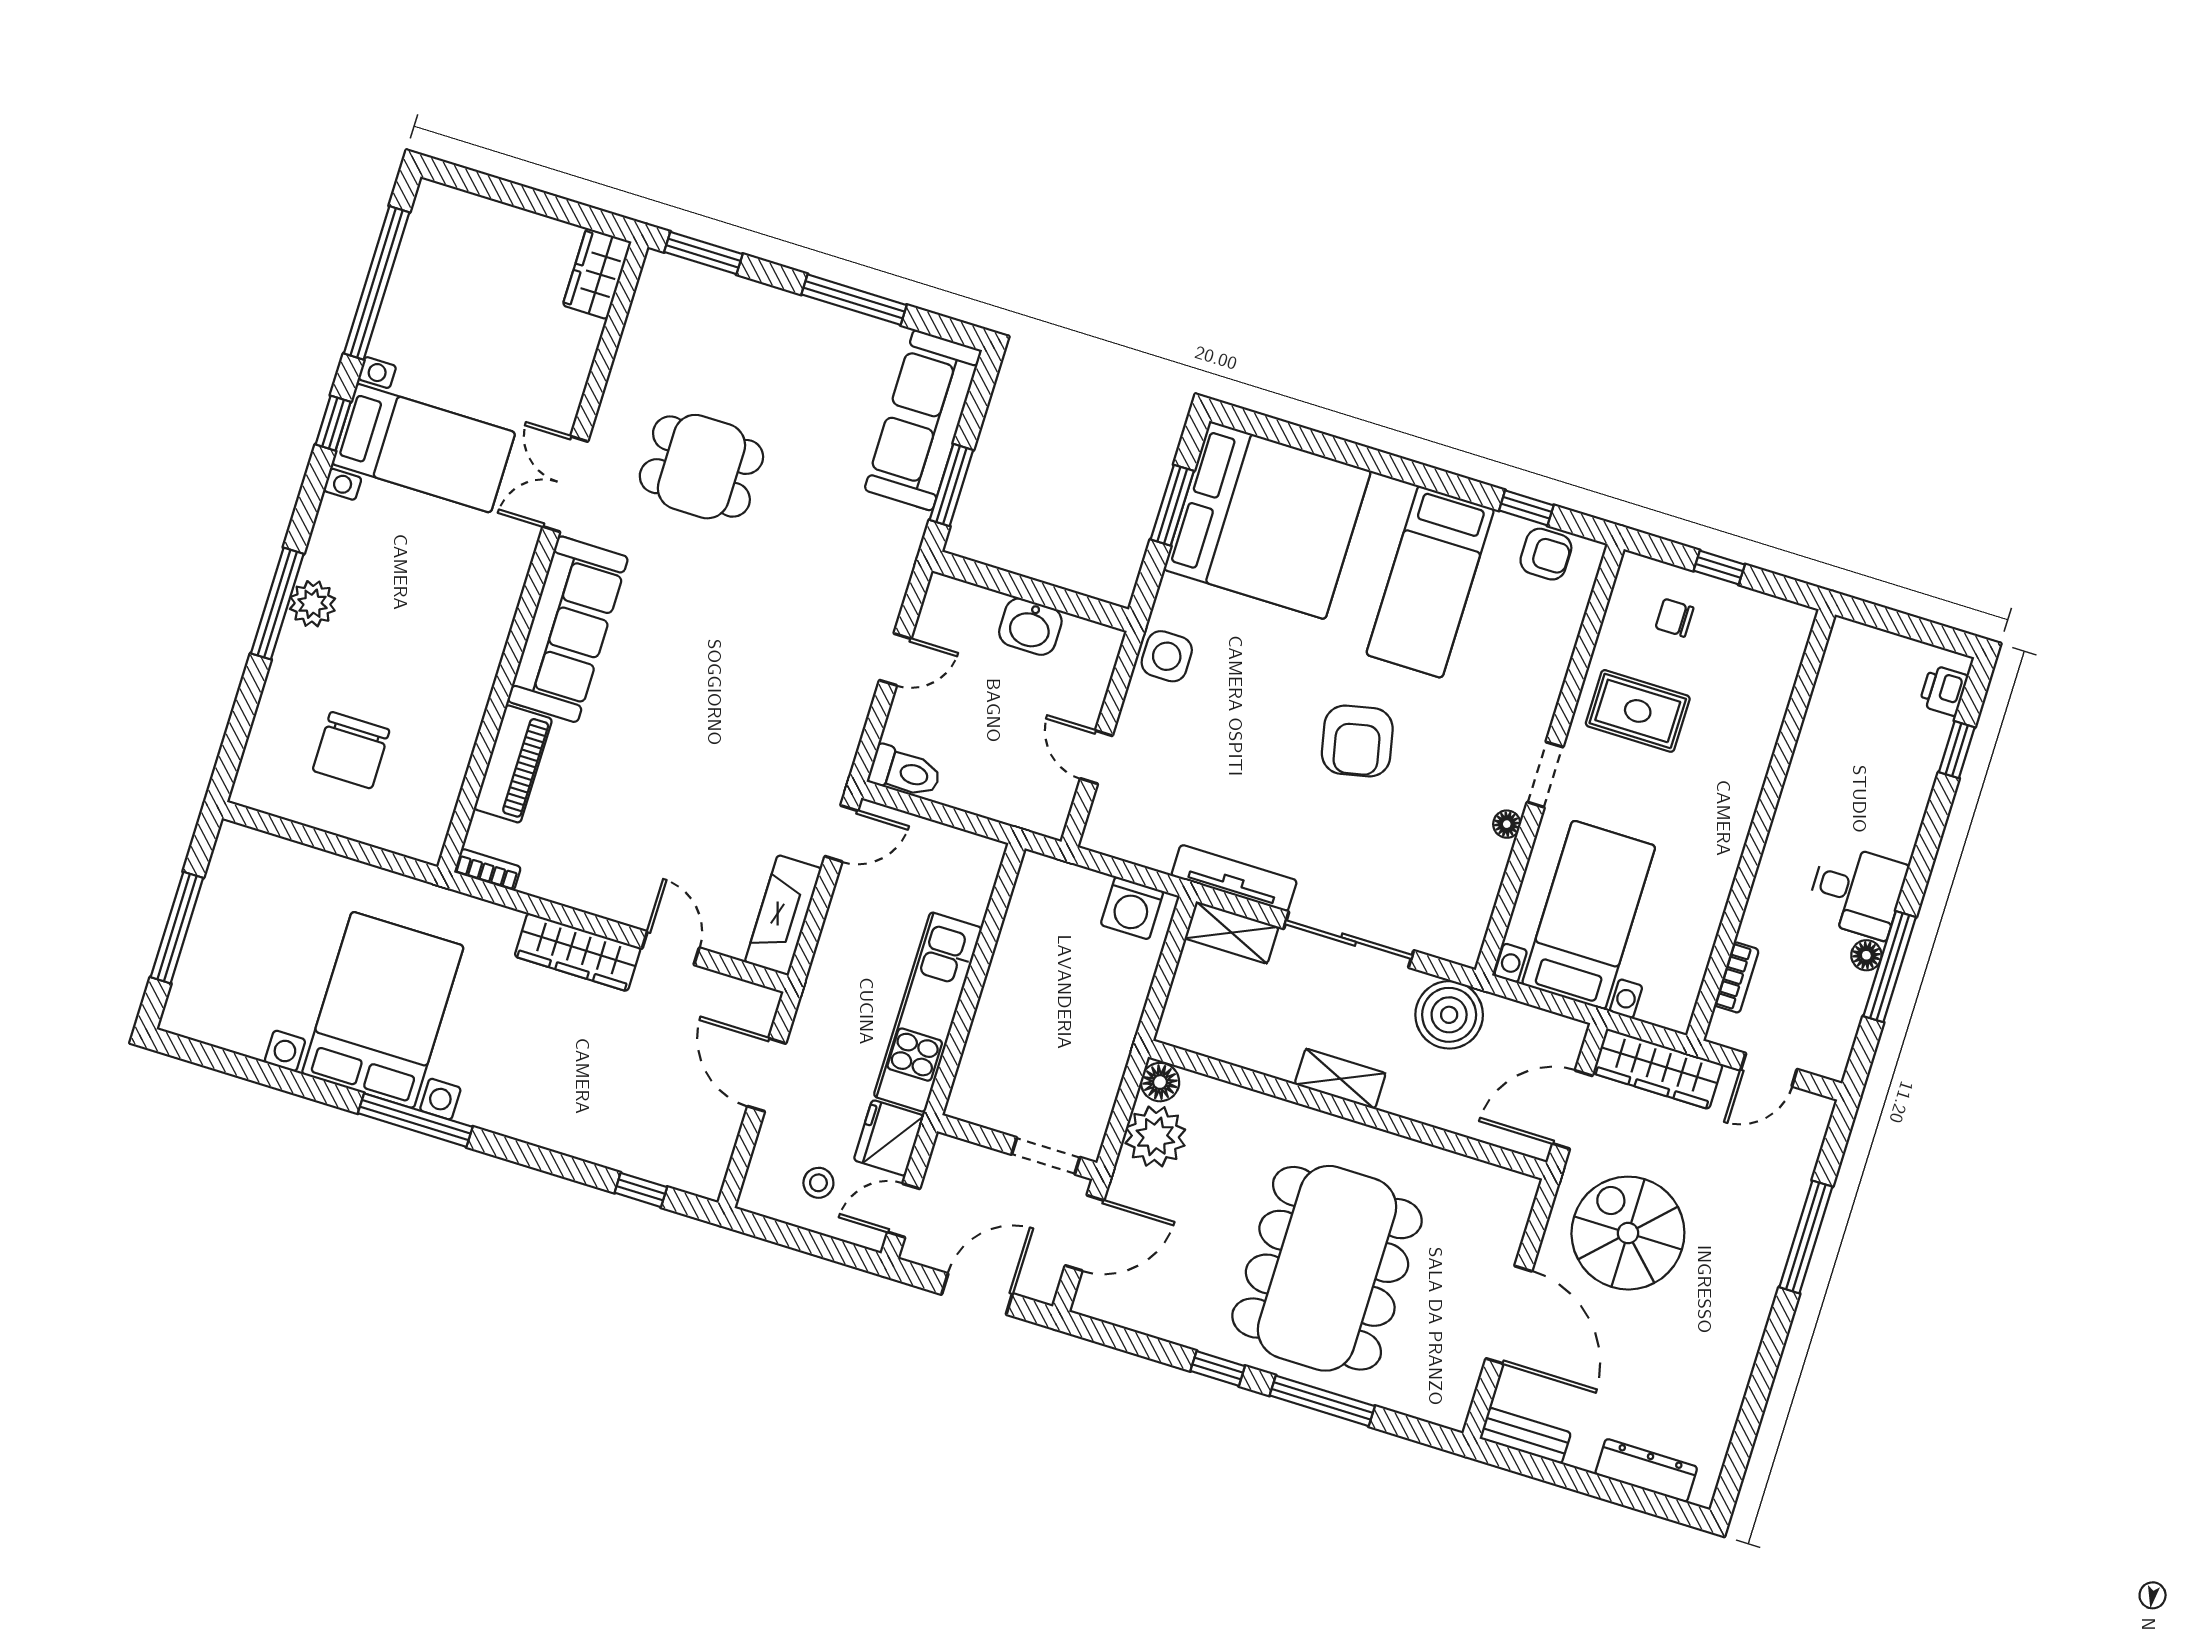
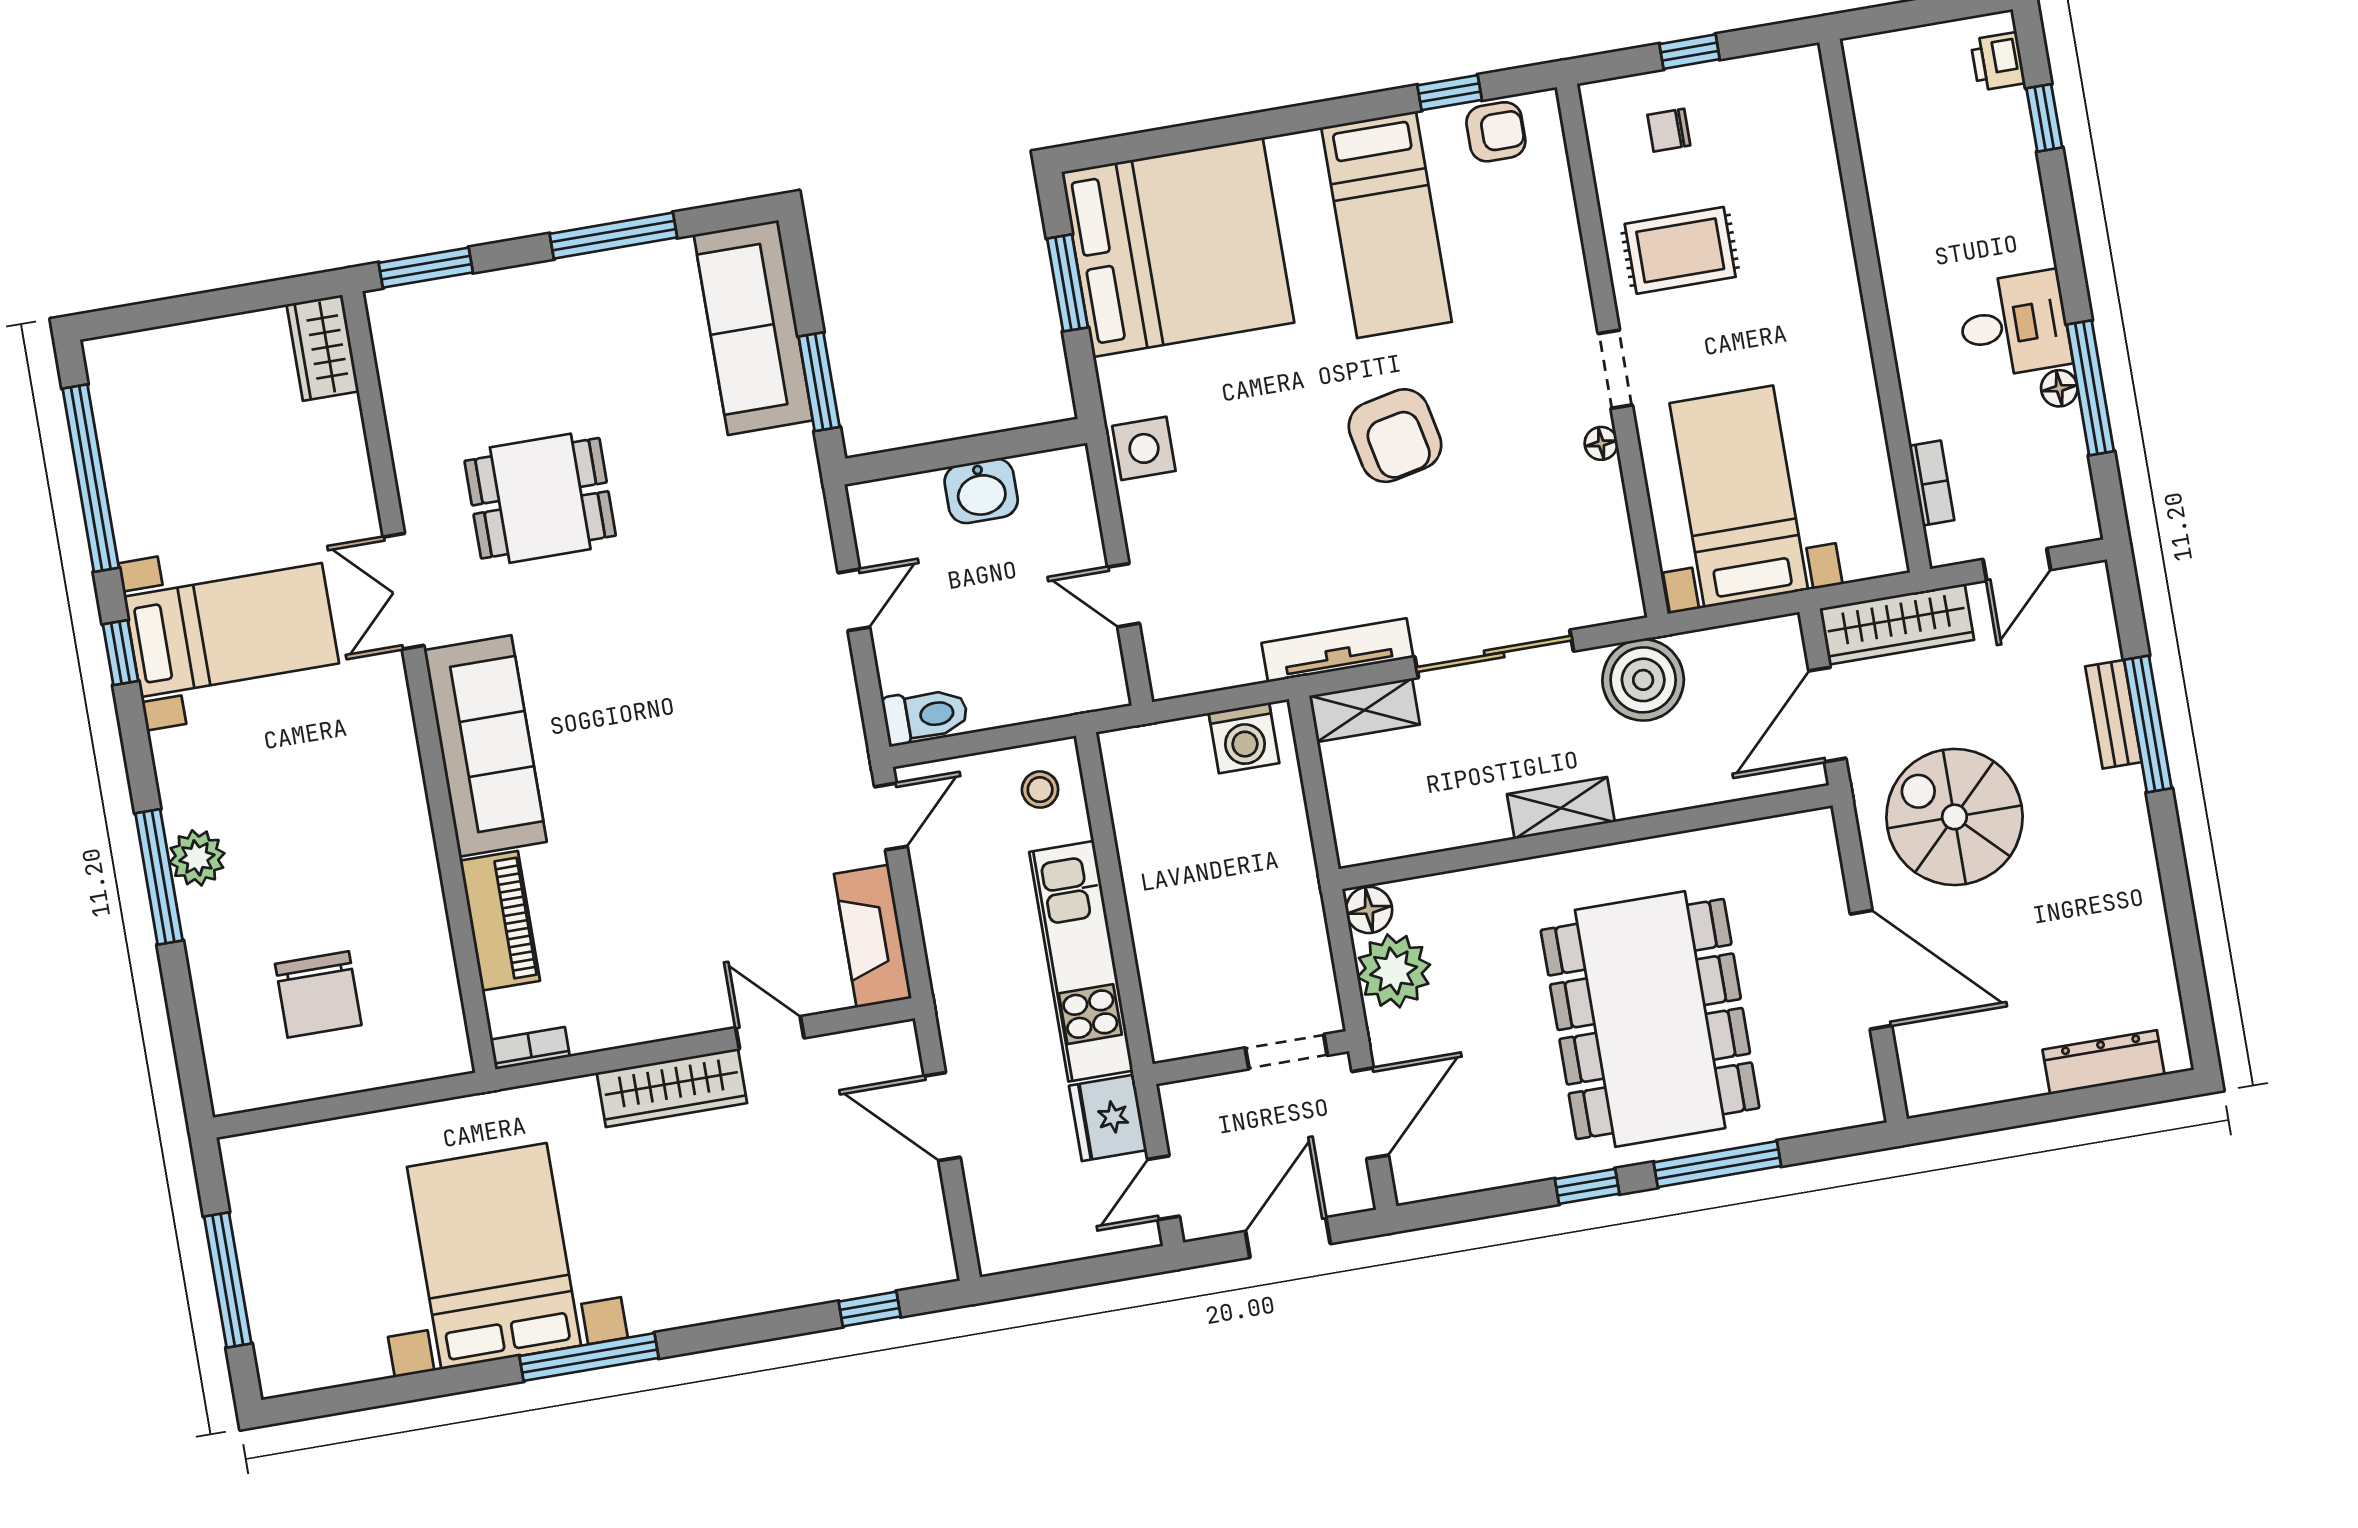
stool: (818, 1183) -> (1040, 790), moved
bench: (1525, 1436) -> (2113, 714), moved, turned 90

